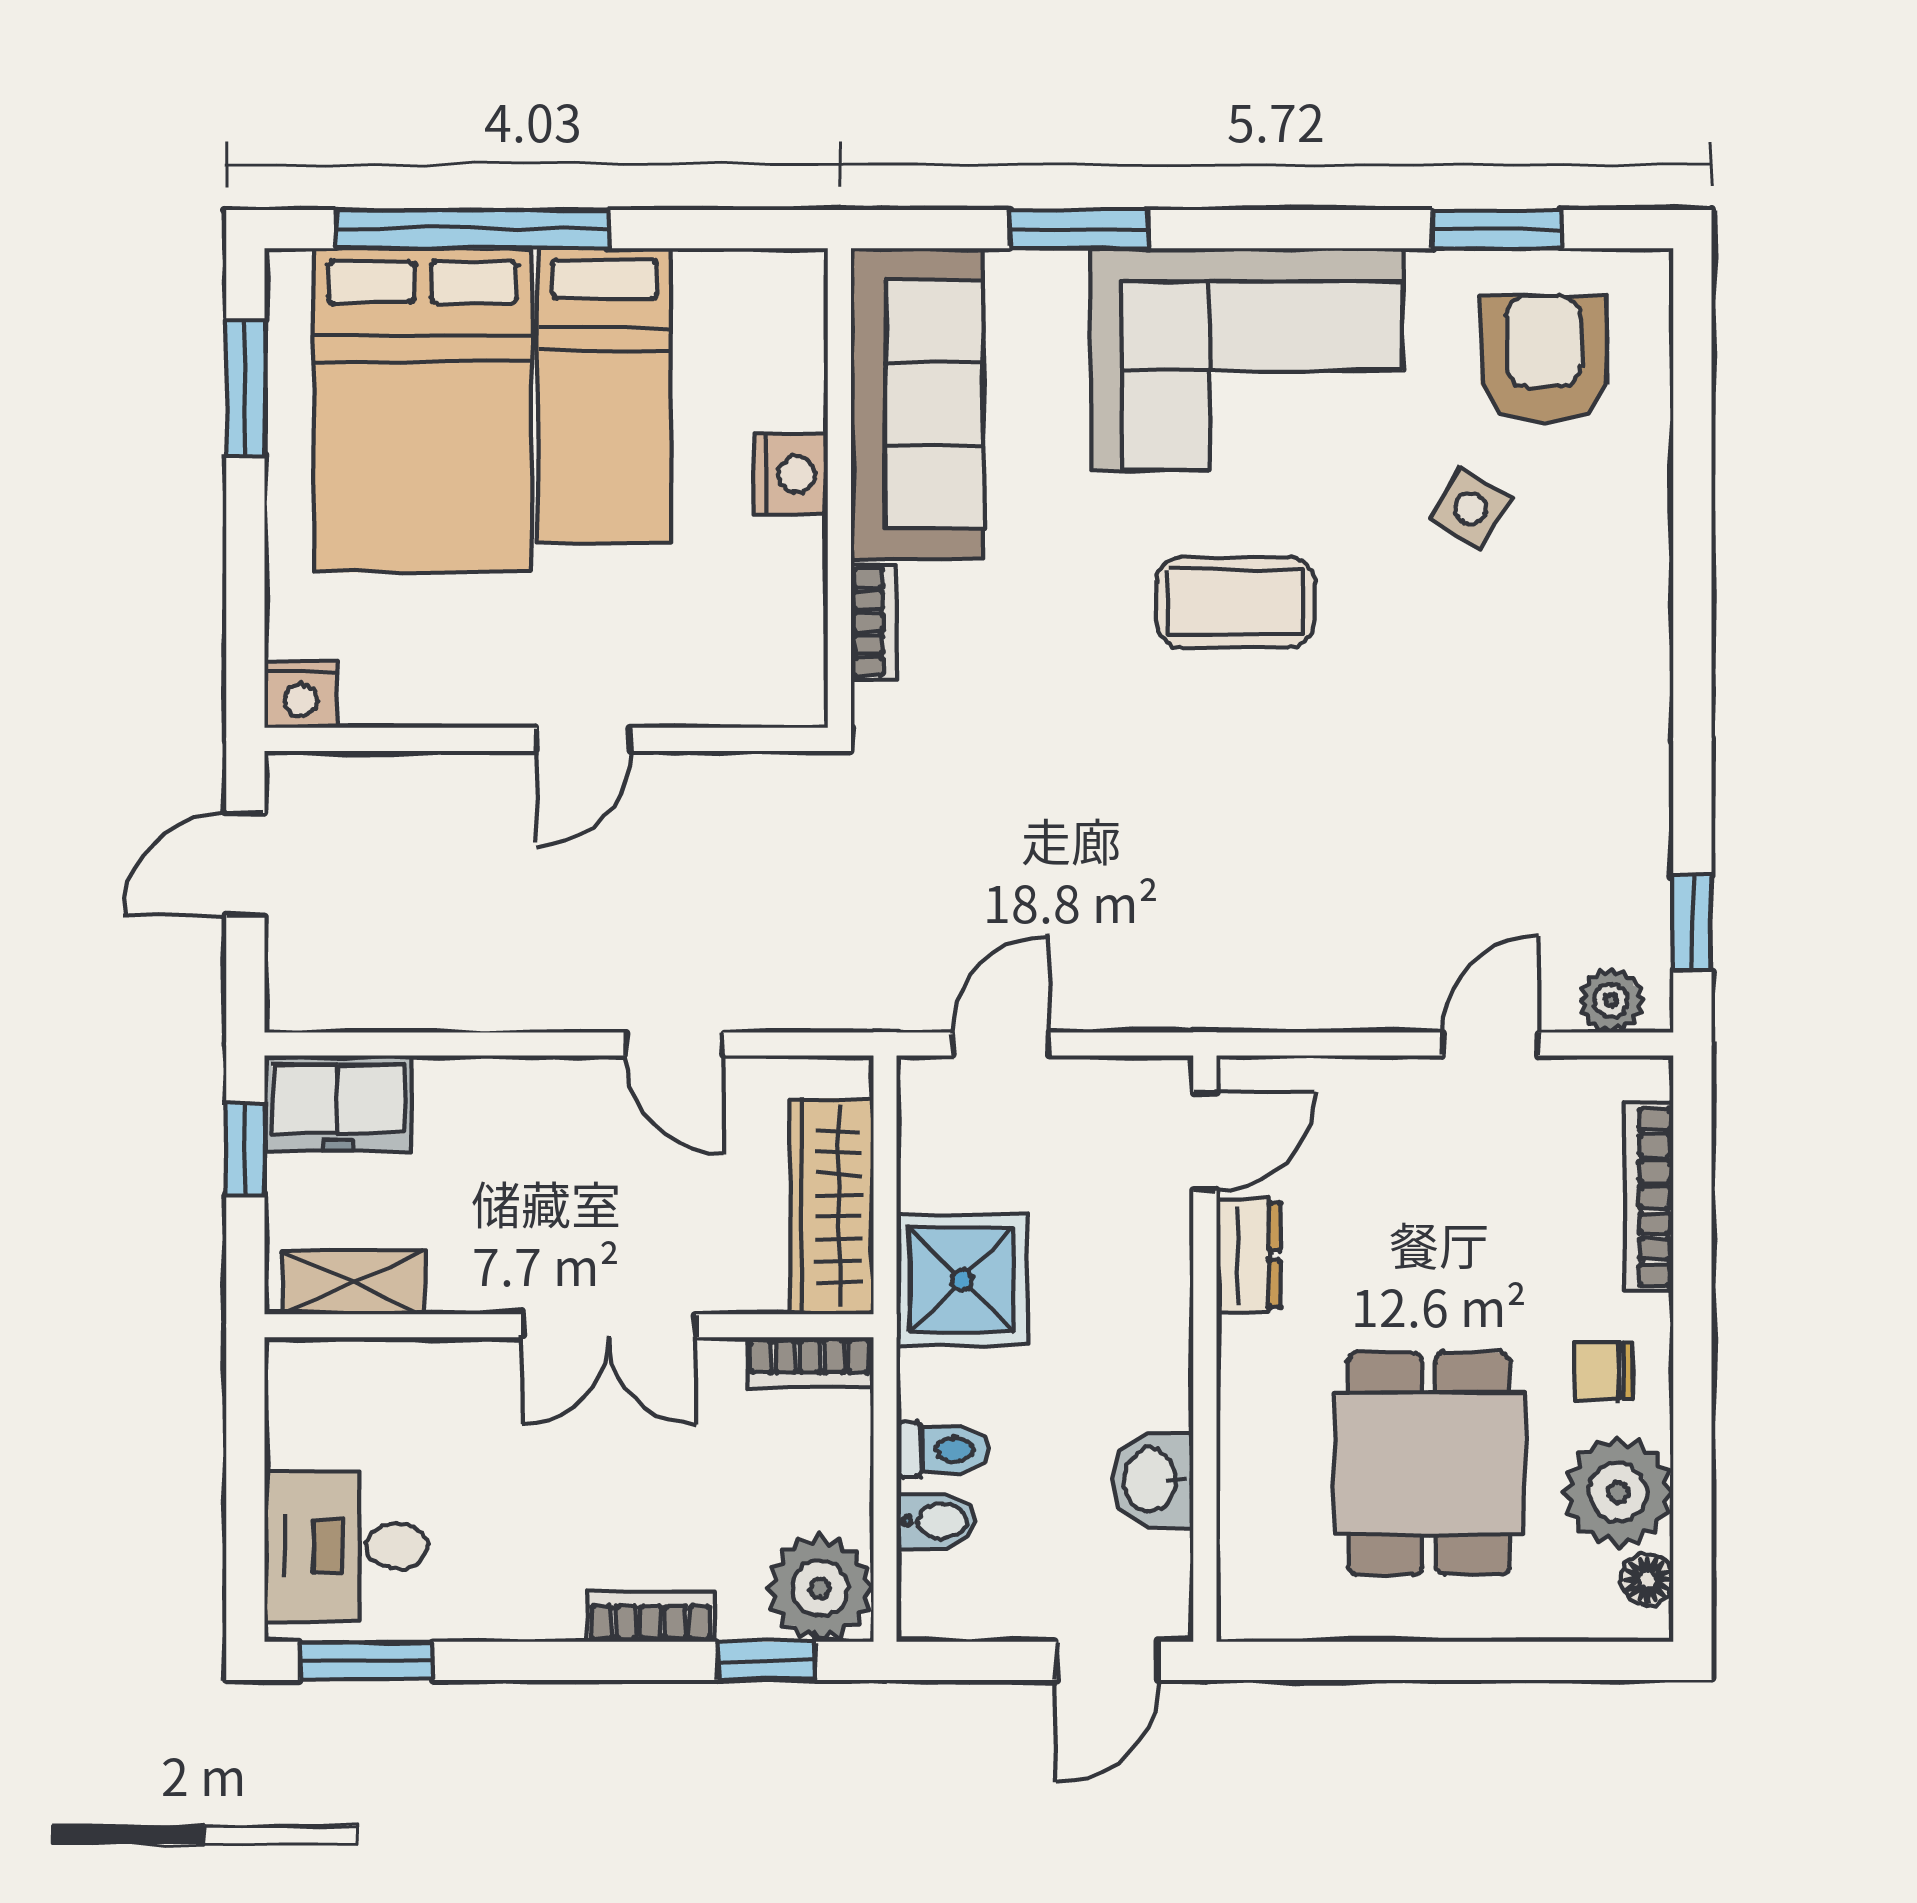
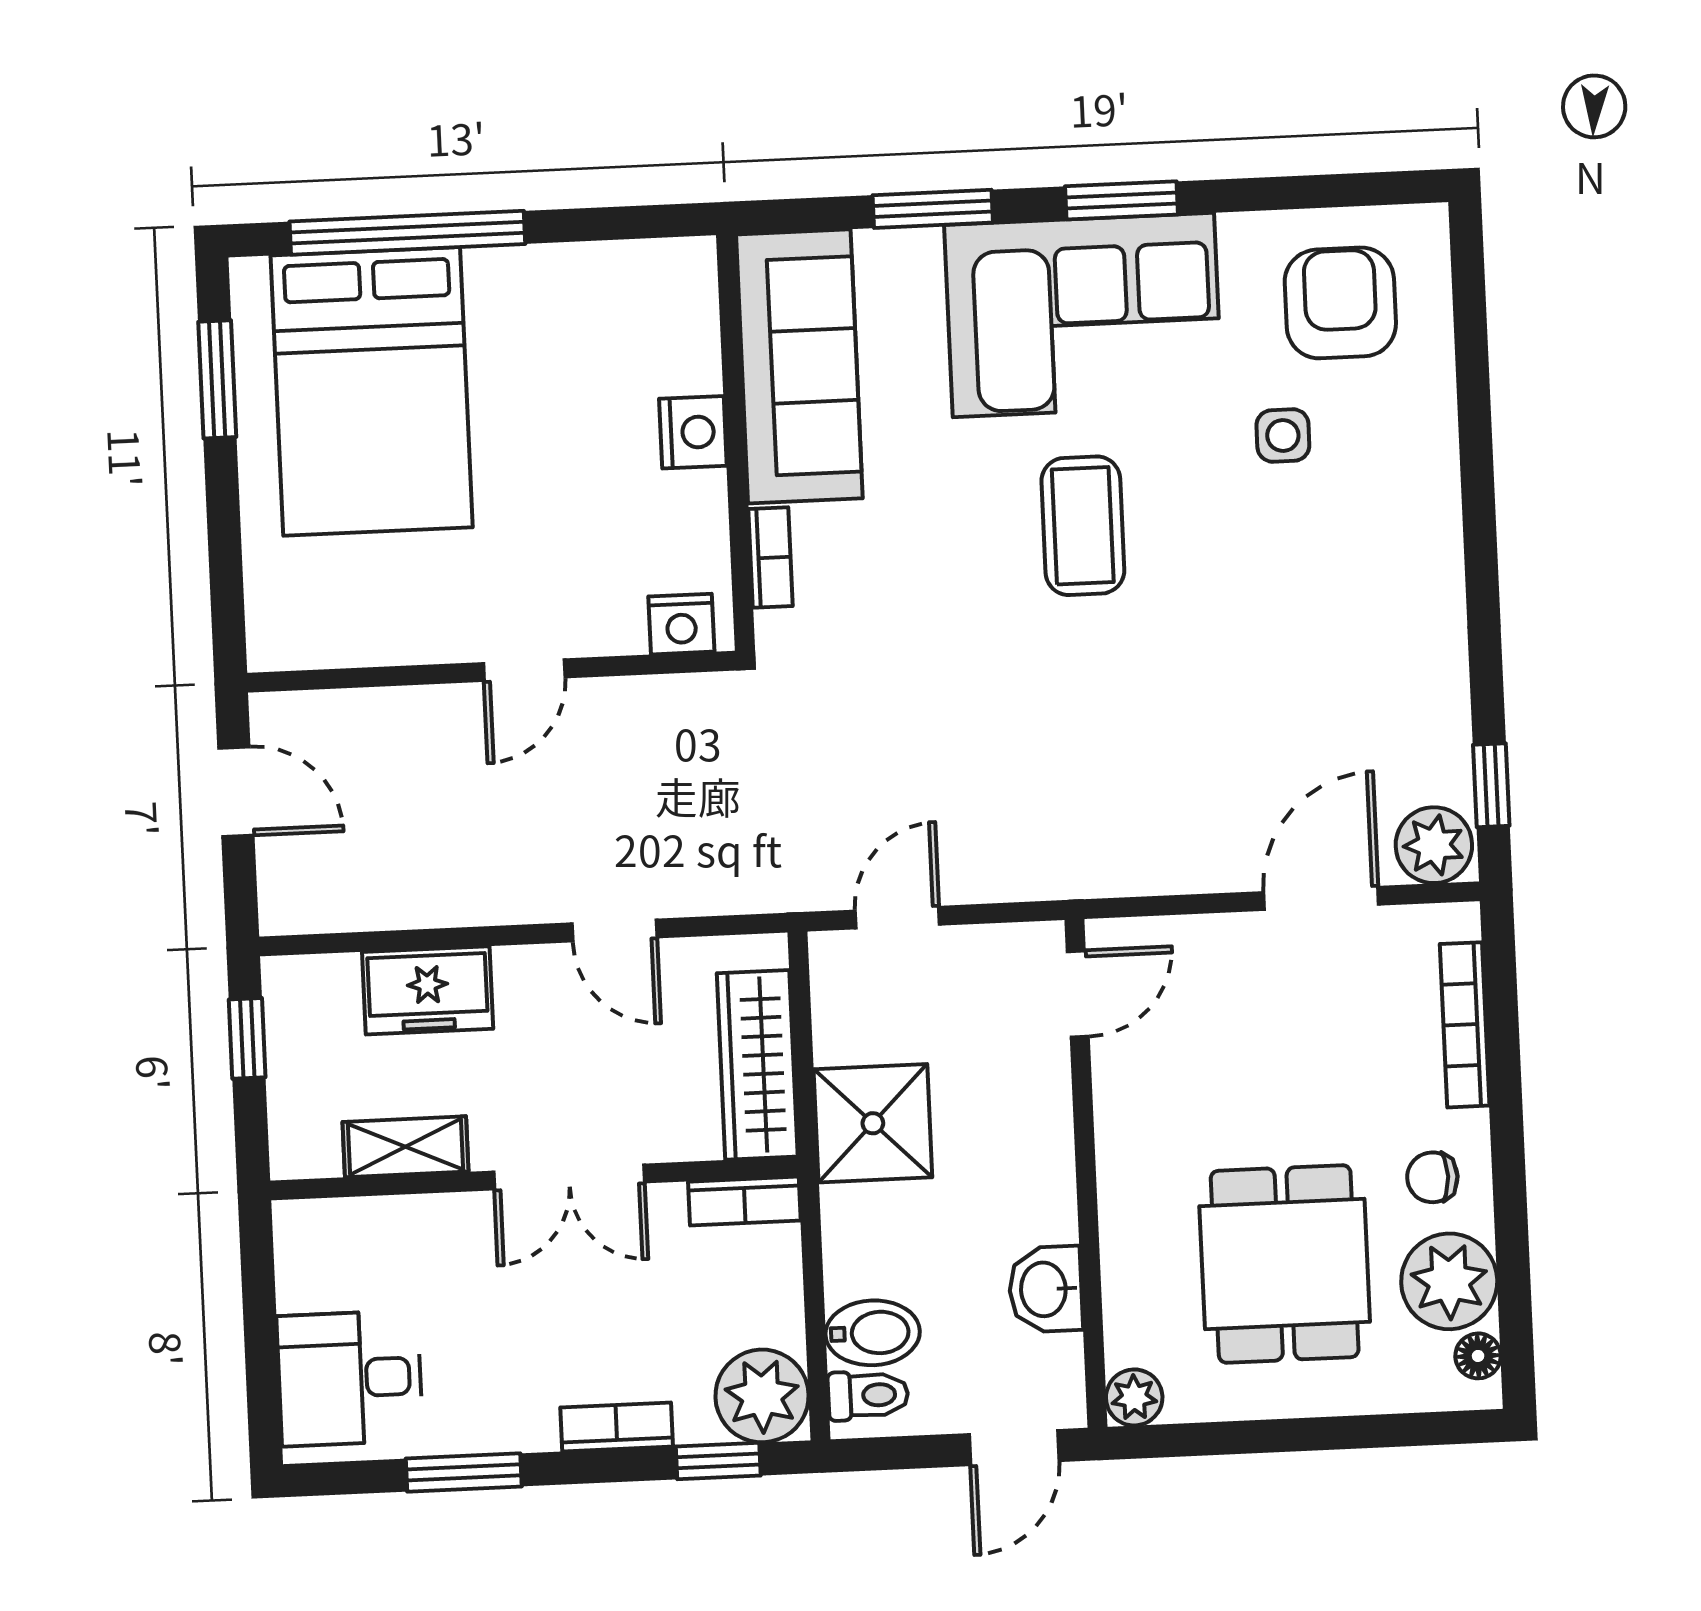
window: (1496, 229) -> (1121, 200), moved
bed: (604, 396) -> (529, 372), removed
side table: (1470, 509) -> (1283, 436), turned -31
coffee table: (1235, 602) -> (1083, 526), turned 90
nightstand: (301, 694) -> (681, 624), moved
door: (245, 864) -> (236, 792), swing flipped
plant: (1611, 1001) -> (1434, 845), width x1.38, depth x1.38
door: (1490, 1044) -> (1321, 898), width x1.38
freezer: (338, 1103) -> (428, 990), moved
dresser: (1248, 1255) -> (1120, 1091), removed
shelving: (353, 1282) -> (405, 1147), moved
toilet: (942, 1449) -> (868, 1395), moved
bidet: (936, 1521) -> (873, 1333), width x1.38, depth x1.36
plant: (1249, 1609) -> (1134, 1397), added
window: (366, 1661) -> (464, 1473), moved

